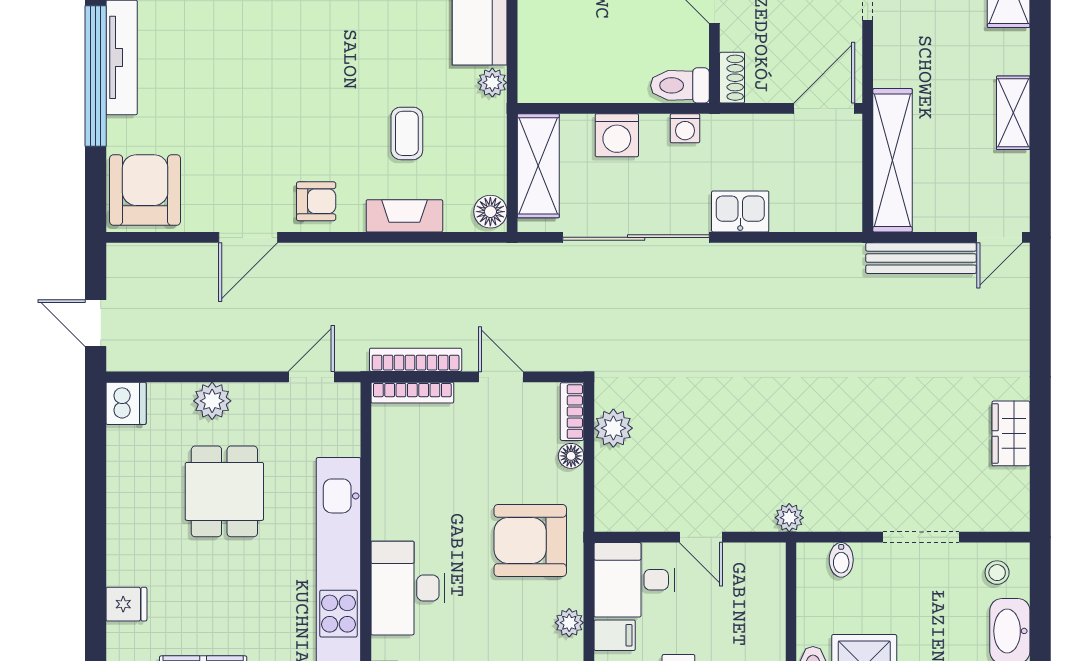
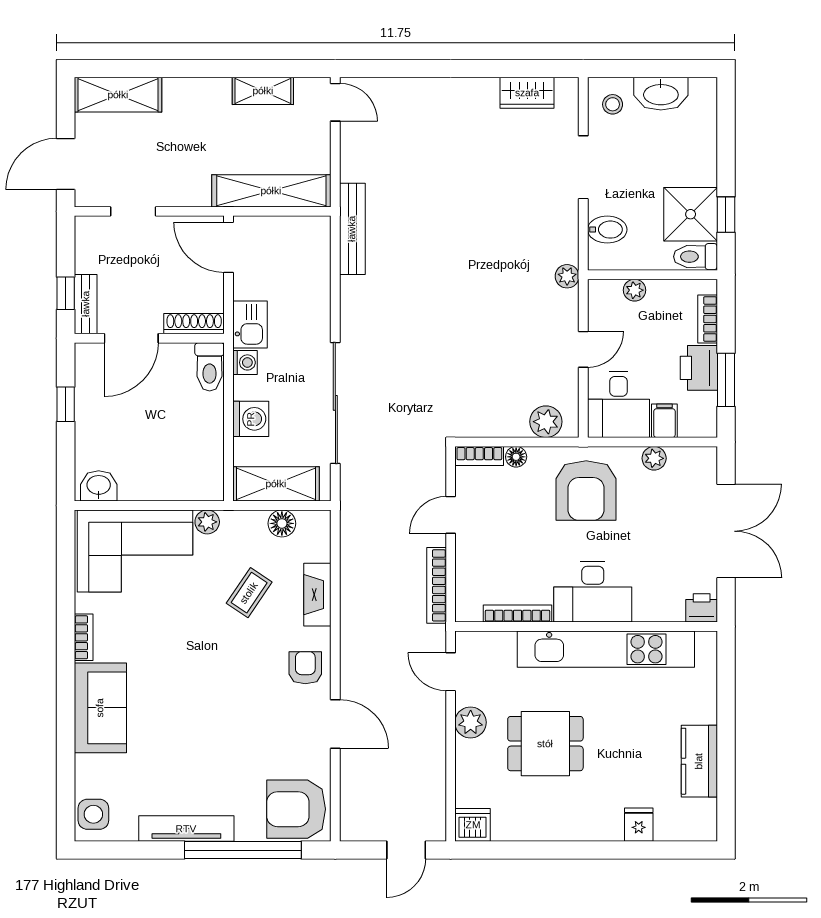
window: (96, 76) -> (243, 850), moved
shoe rack: (732, 78) -> (194, 324), width x1.43
shelving: (1013, 113) -> (263, 91), moved
coffee table: (407, 133) -> (249, 593), turned -56
kitchen sink: (740, 211) -> (250, 325), moved, turned 180
floor lamp: (490, 212) -> (282, 523), moved
bench: (921, 258) -> (352, 229), moved
bookcase: (412, 393) -> (517, 614), moved, turned -90
plant: (212, 401) -> (471, 722), moved
plant: (613, 428) -> (546, 422), moved
wardrobe: (1011, 433) -> (527, 93), moved
bidet: (841, 560) -> (607, 230), width x1.38, depth x1.36
desk: (408, 588) -> (593, 592), moved
plant: (772, 599) -> (635, 290), added

